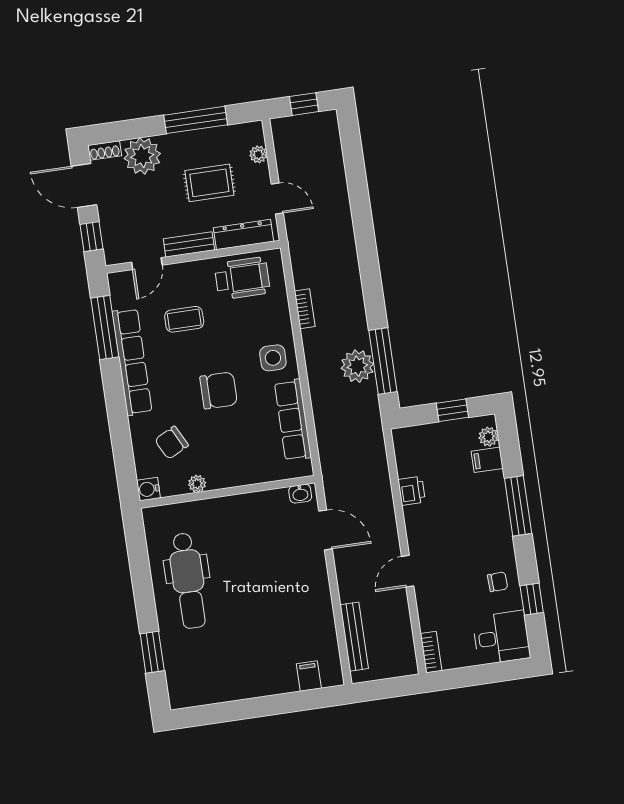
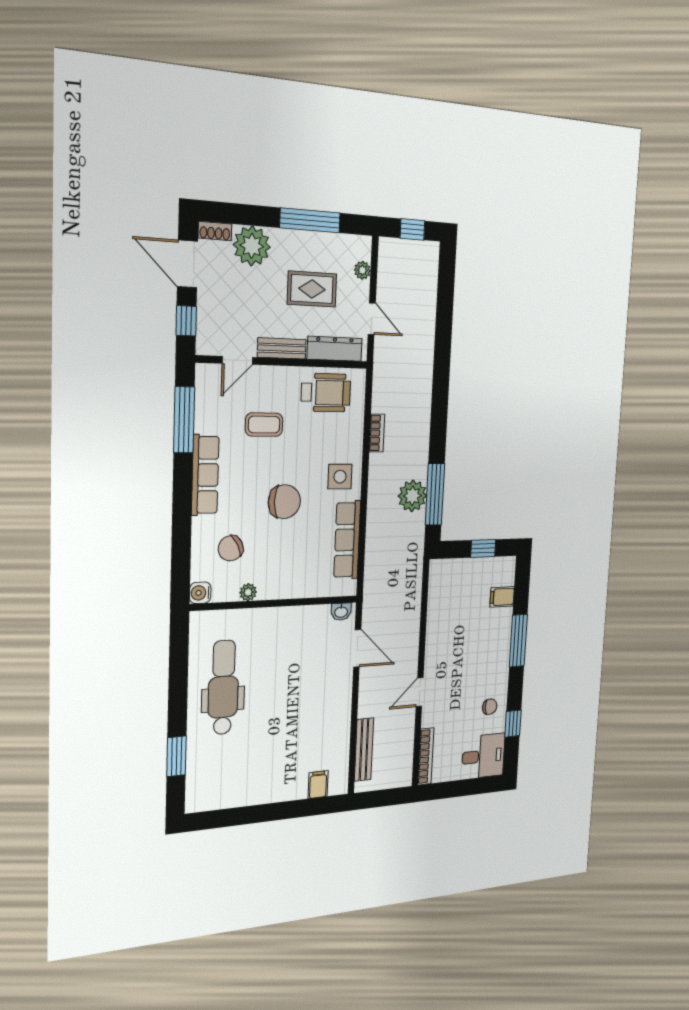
row of seats: (132, 362) -> (205, 475), width x0.73
plant: (489, 437) -> (507, 576), removed
printer: (412, 491) -> (436, 619), removed
dental chair: (188, 581) -> (223, 688), turned 180
bookcase: (431, 652) -> (426, 756), width x1.56

